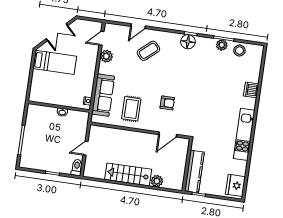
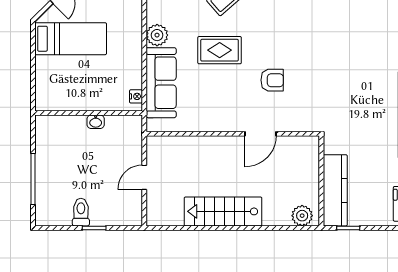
plant: (106, 56) -> (157, 35), moved
rug: (131, 109) -> (220, 50), moved, turned 90
door: (168, 134) -> (261, 134), moved
toilet: (77, 167) -> (81, 212), moved
plant: (157, 181) -> (302, 216), moved

